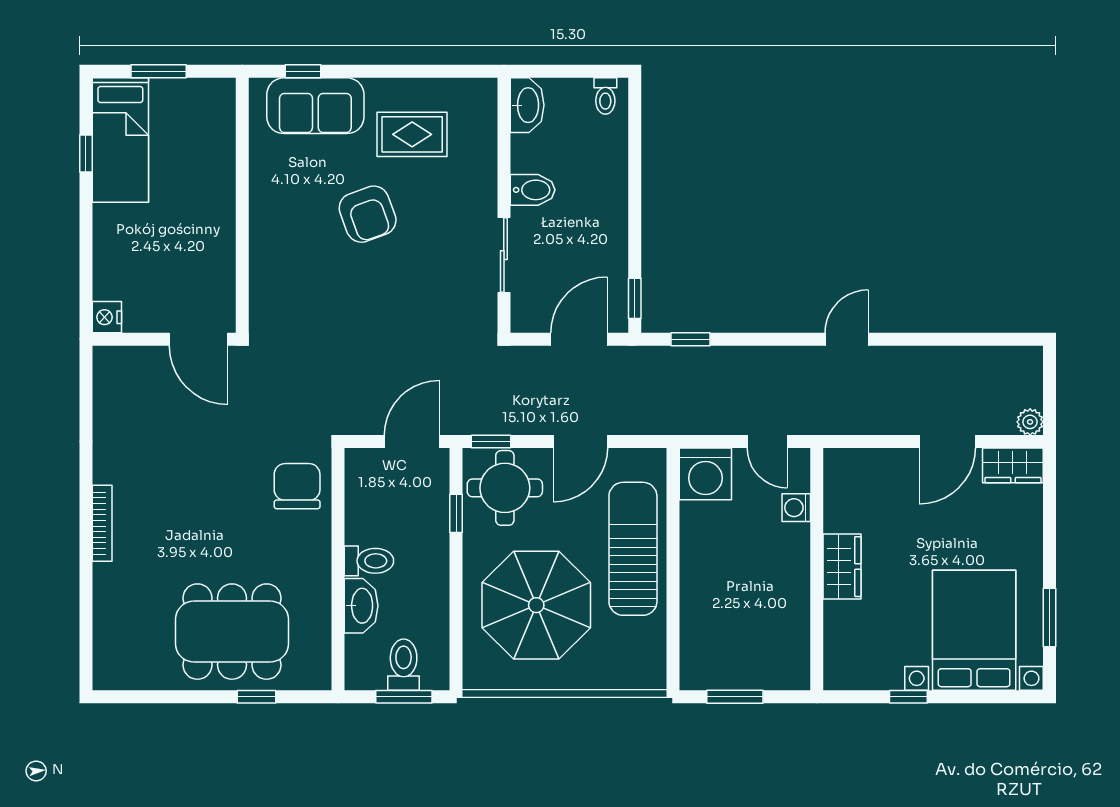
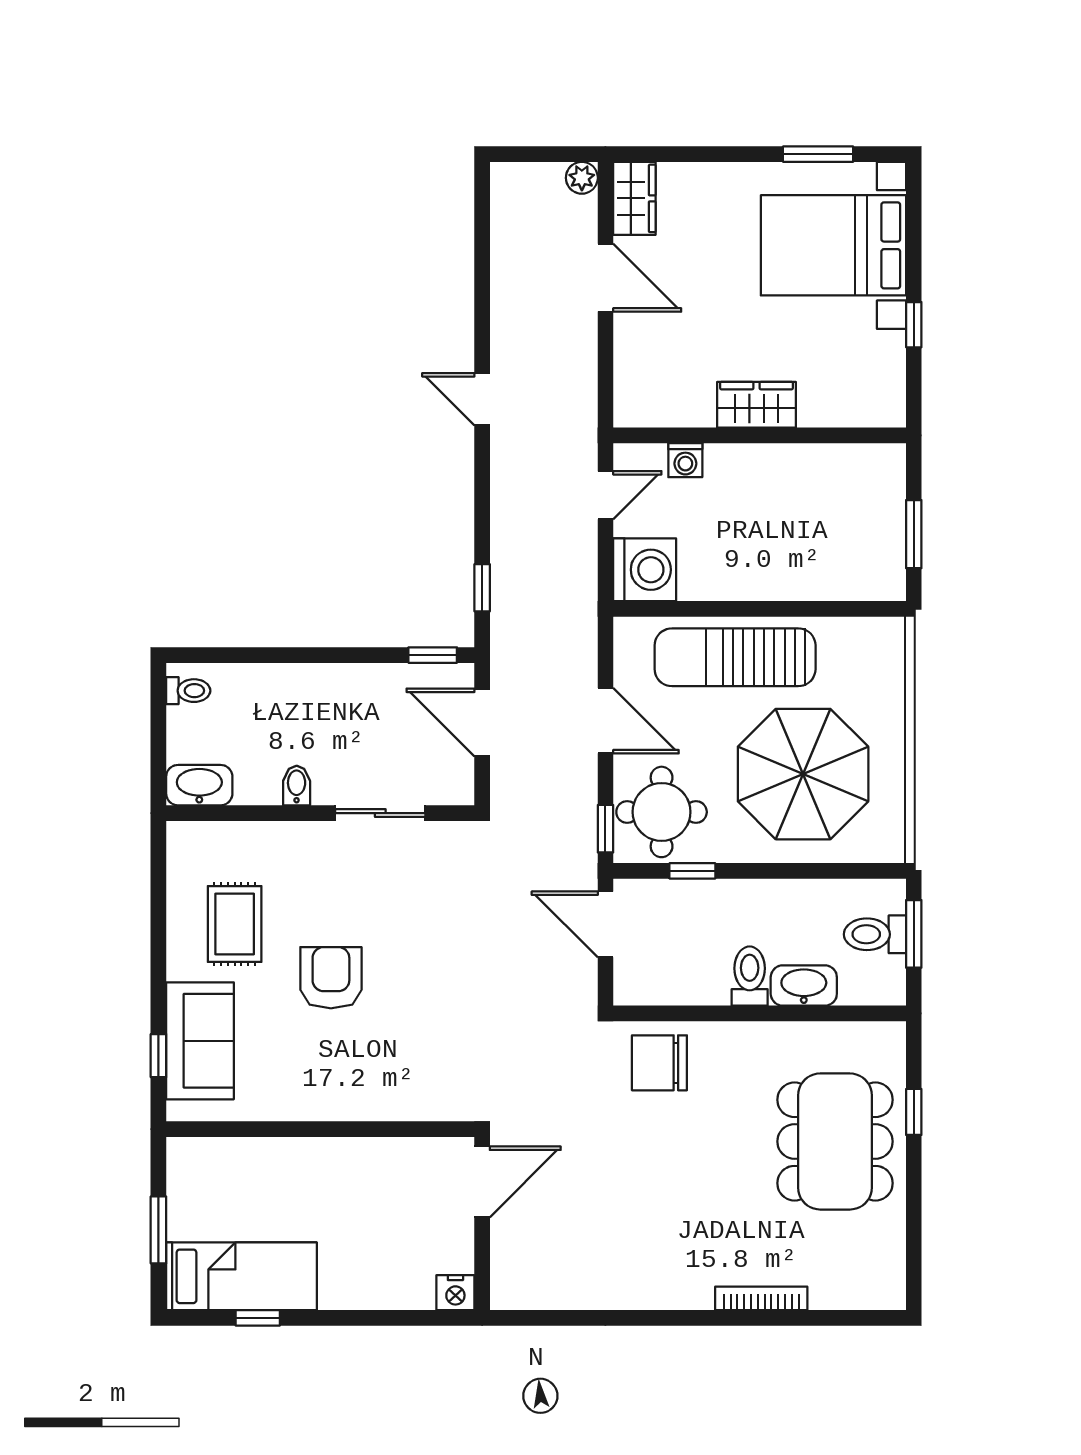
bidet: (533, 190) -> (297, 786), width x0.72, depth x0.74
armchair: (368, 214) -> (331, 978), turned -70
bookcase: (102, 523) -> (761, 1298), moved

